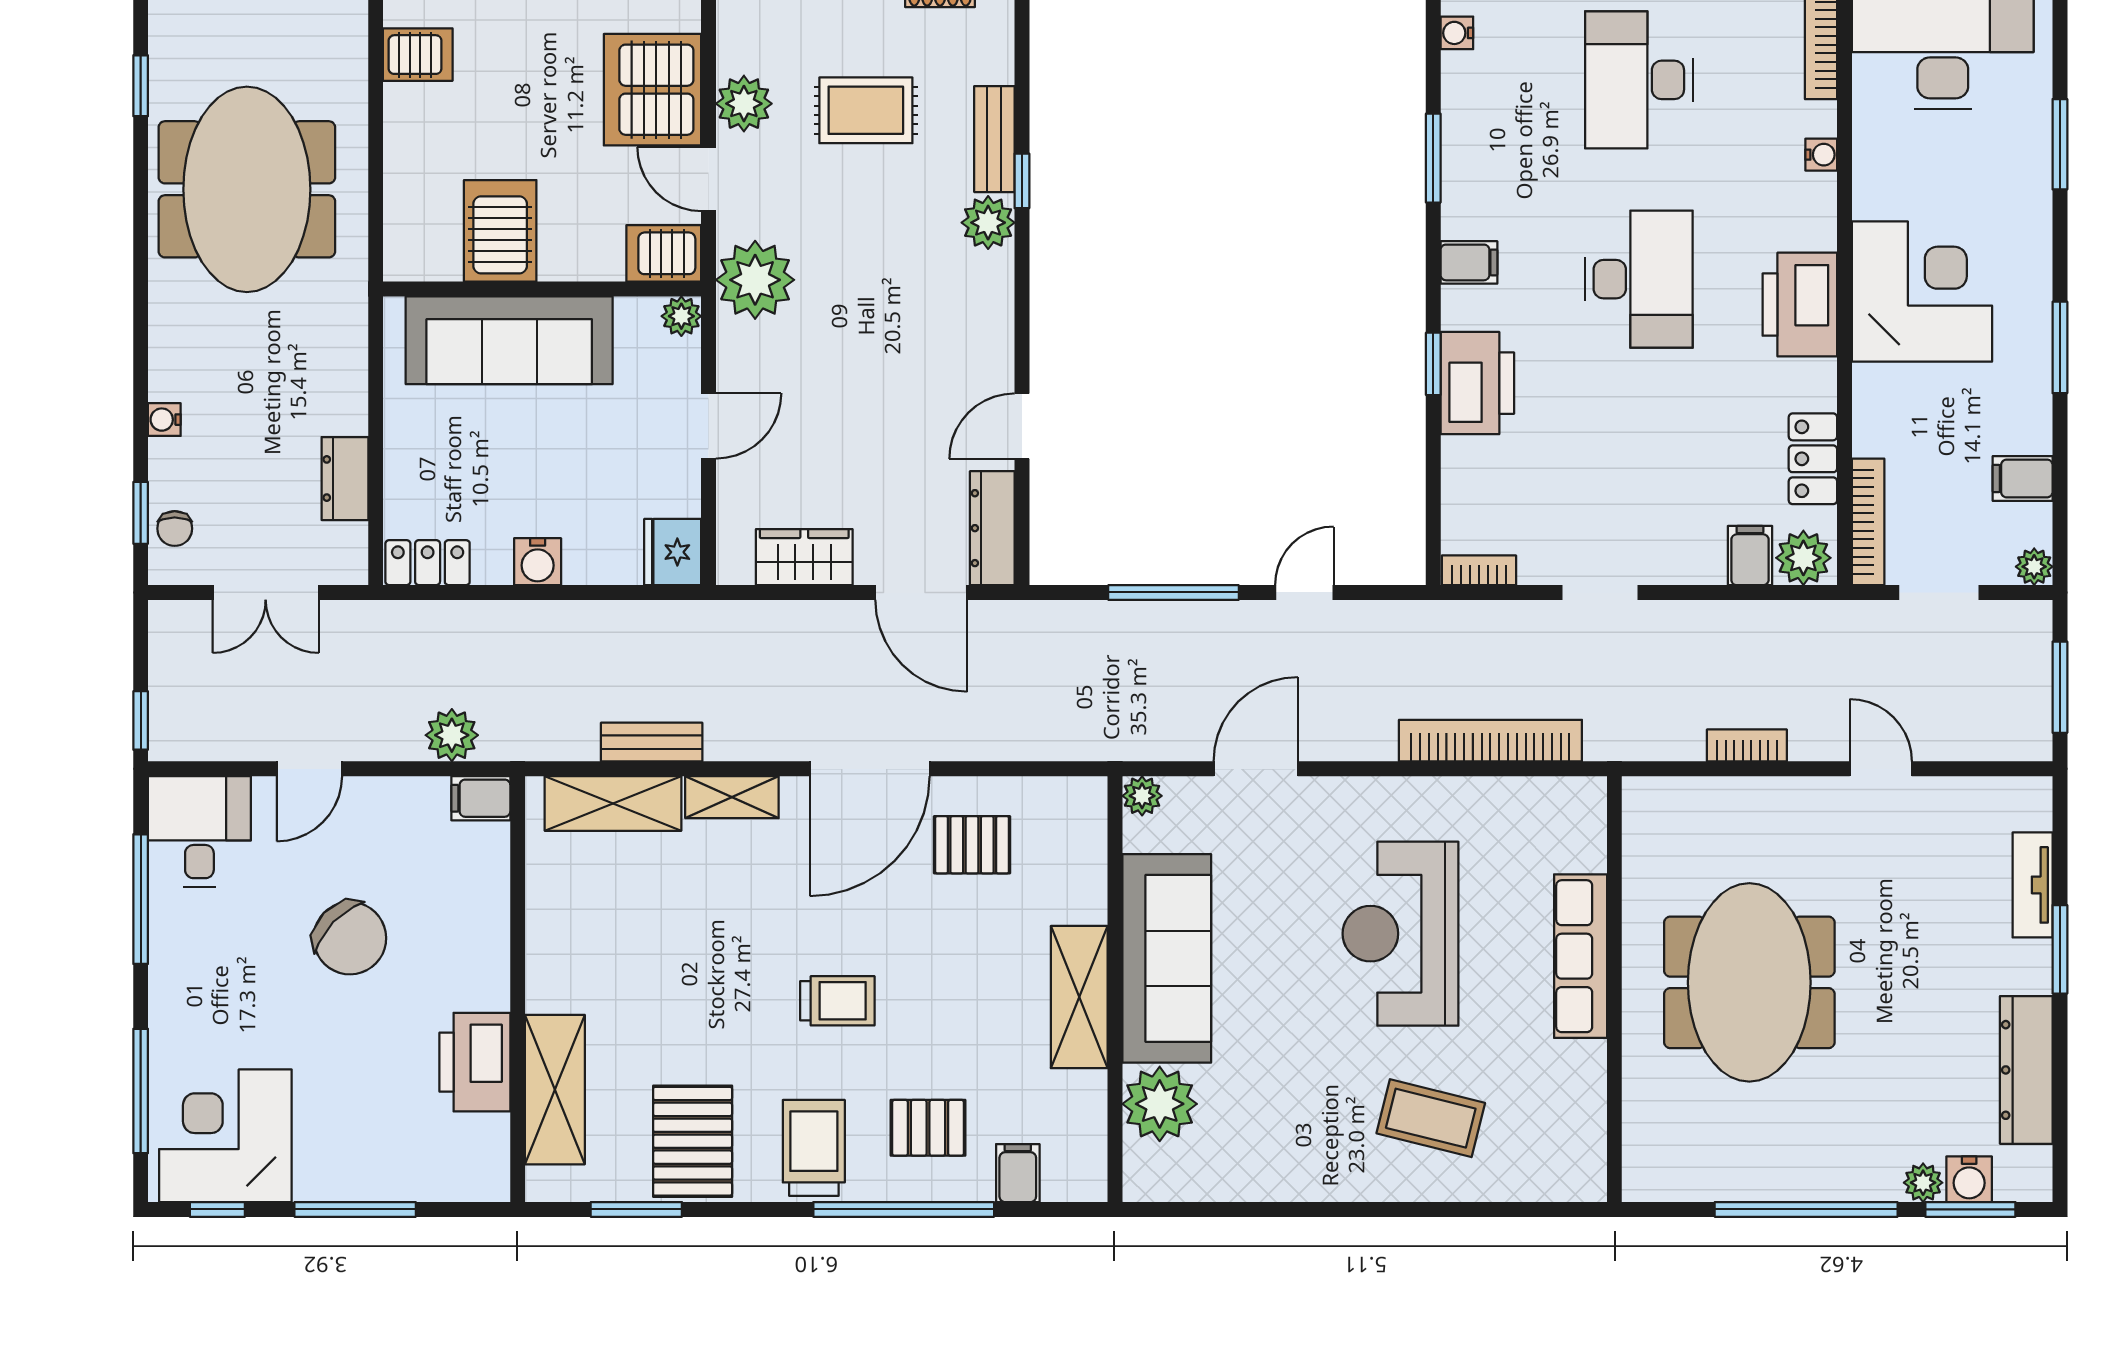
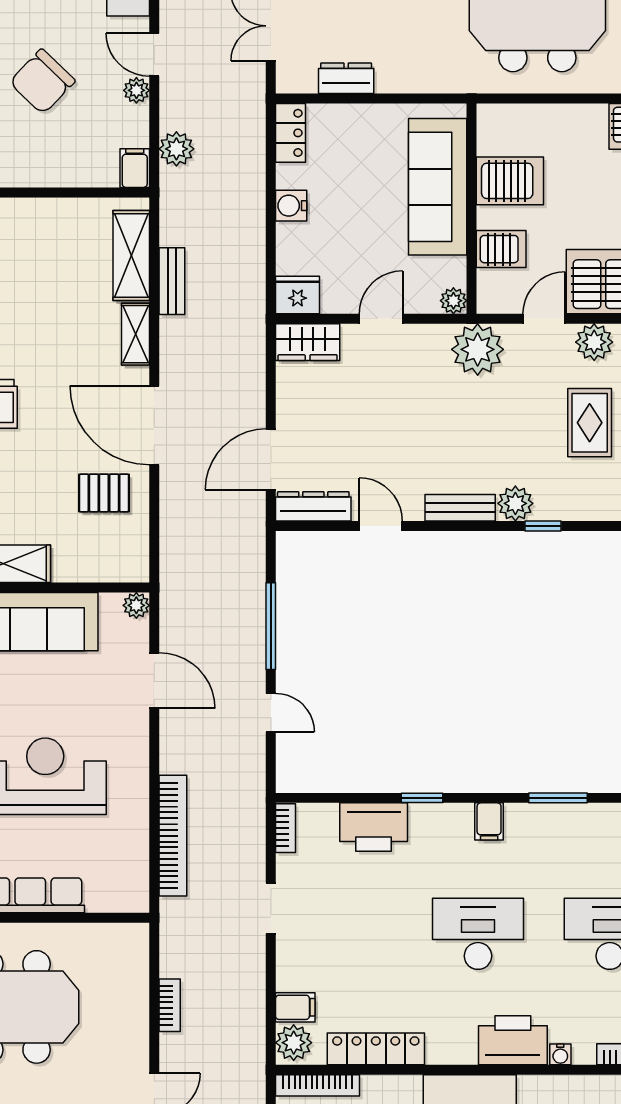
bench: (994, 139) -> (460, 508), moved
server rack: (664, 253) -> (501, 249), moved, turned 90
desk: (1639, 279) -> (478, 934), turned 180
printer: (1800, 305) -> (513, 1040), moved
printer: (1477, 383) -> (374, 827), moved
door: (709, 426) -> (381, 319), swing flipped
locker: (1813, 459) -> (376, 1049), width x1.53
wardrobe: (804, 557) -> (308, 342), moved, turned 90
plant: (363, 796) -> (136, 90), added
pallet: (972, 845) -> (104, 493), turned 90

